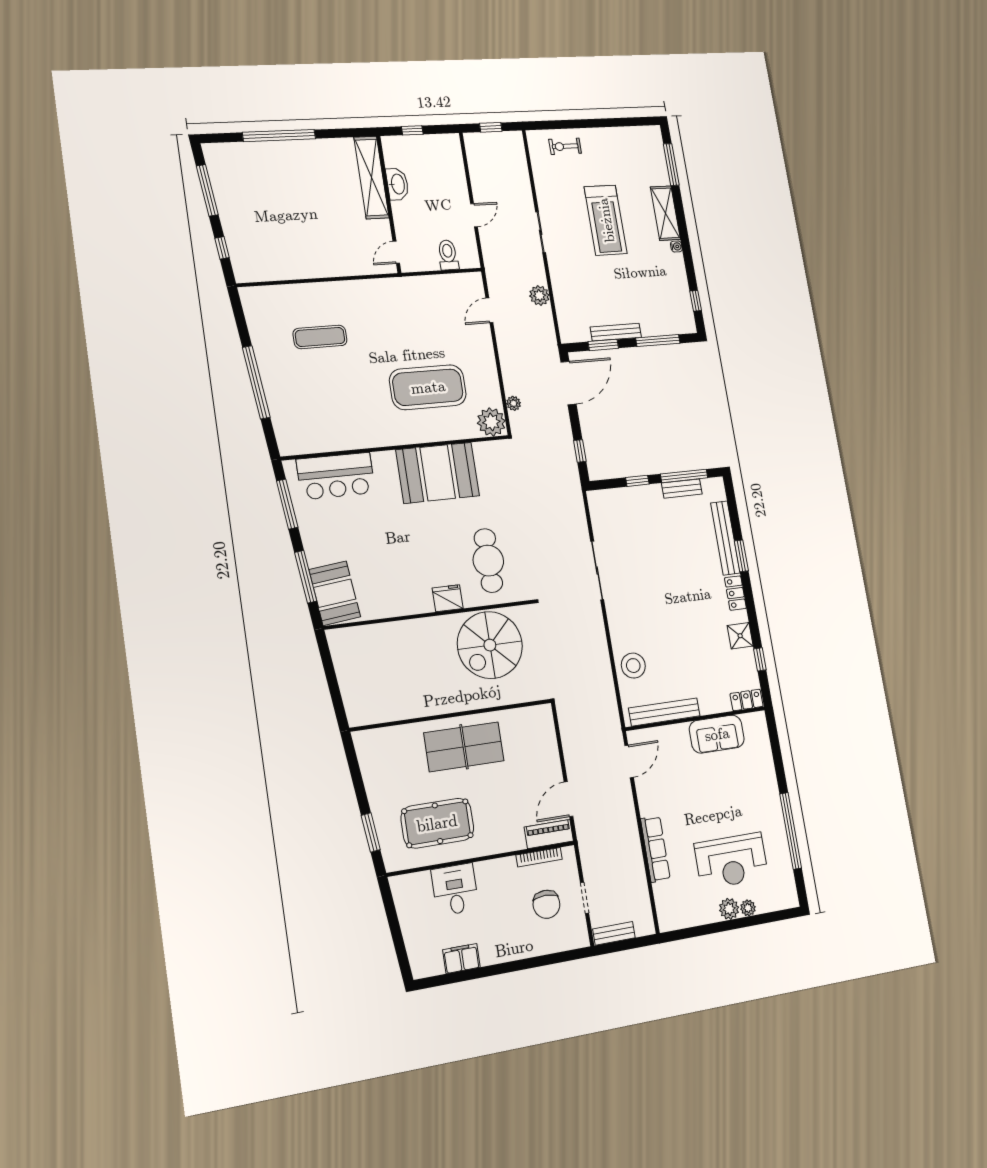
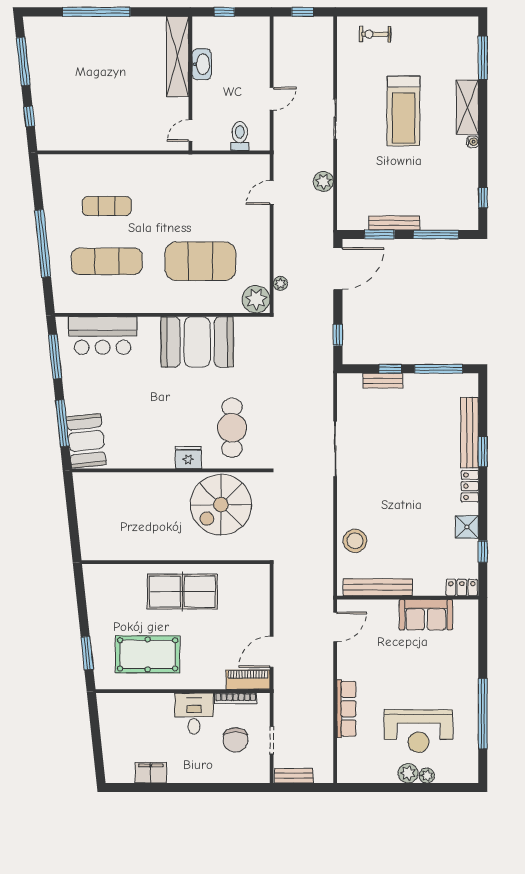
exercise mat: (329, 396) -> (107, 261), added
bench: (682, 489) -> (383, 381), moved
desk: (455, 890) -> (194, 714), moved

